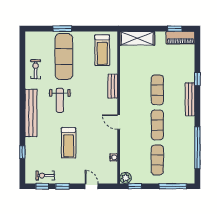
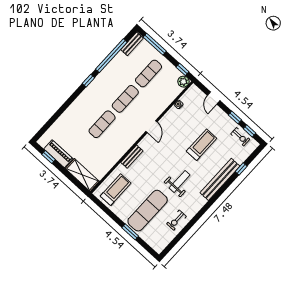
piano: (180, 38) -> (58, 154), moved
window: (197, 79) -> (89, 81), moved
bench: (190, 99) -> (132, 44), moved, width x0.73
bench: (31, 113) -> (220, 179), moved

